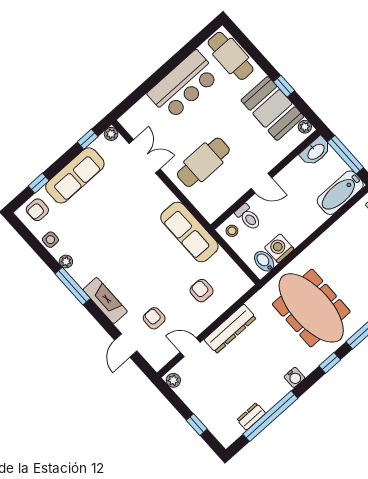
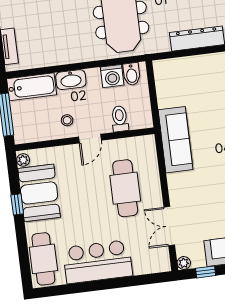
washbasin: (316, 151) -> (71, 80), moved, turned 180
cafe table: (203, 162) -> (125, 188), turned 90
door: (261, 183) -> (90, 139), swing flipped
stool: (232, 231) -> (67, 120), moved
armchair: (202, 291) -> (199, 86), removed

